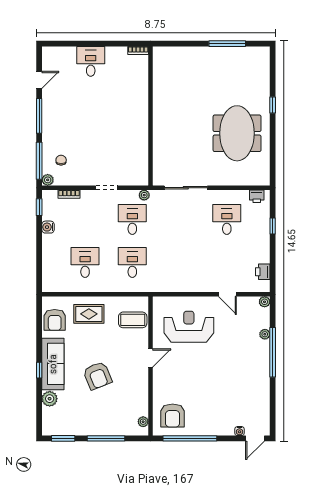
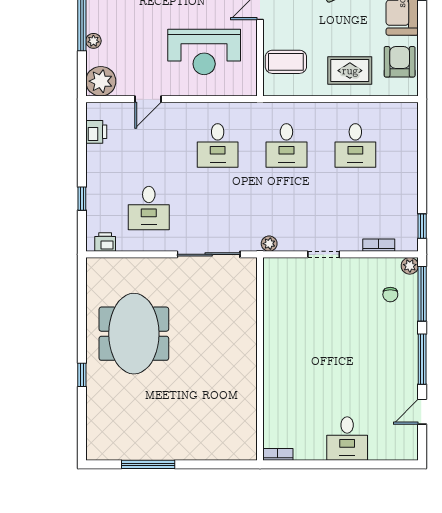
desk: (132, 220) -> (218, 145), moved
water cooler: (48, 227) -> (409, 197), removed
door: (227, 294) -> (148, 99), swing flipped
plant: (265, 302) -> (101, 81), width x1.88, depth x1.88

